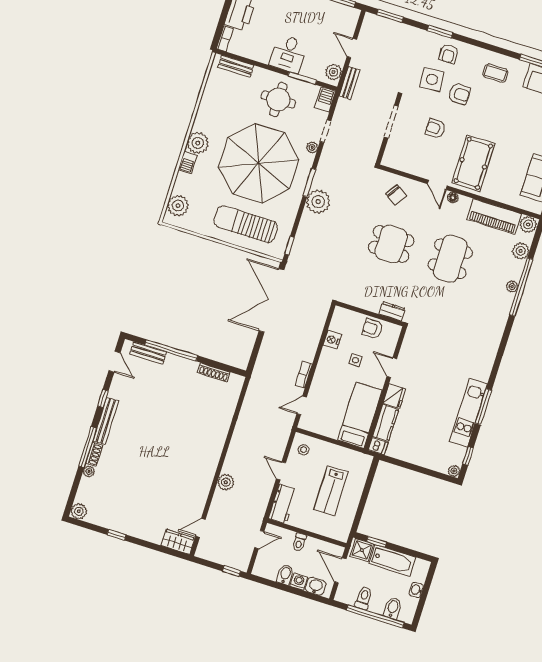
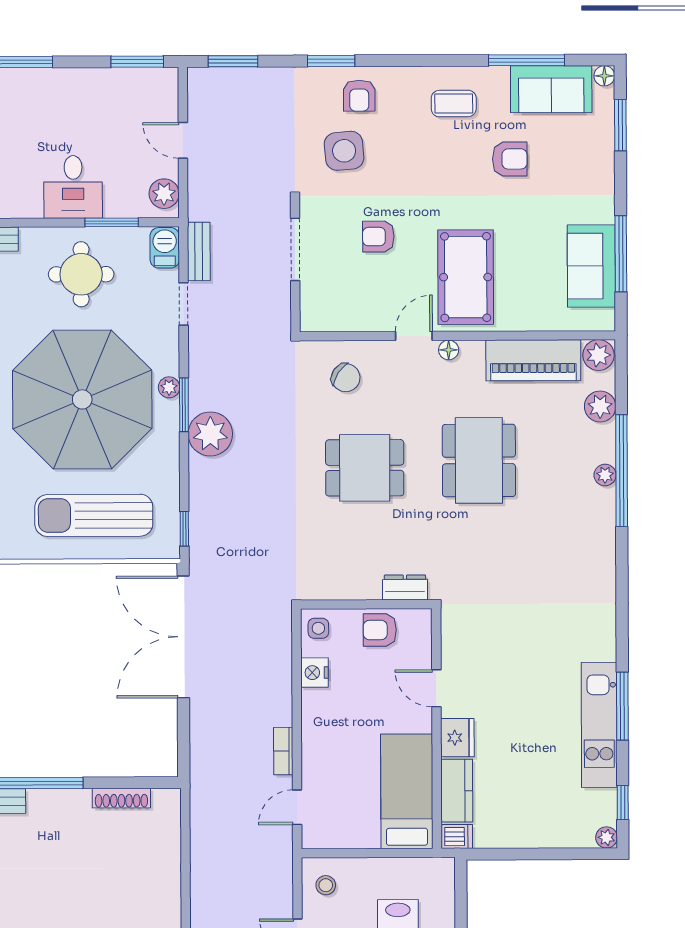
bench: (349, 83) -> (199, 251), moved
armchair: (459, 94) -> (510, 159), moved
plant: (312, 147) -> (169, 387), moved
door: (437, 185) -> (414, 336), swing flipped
side table: (355, 360) -> (318, 628), moved

